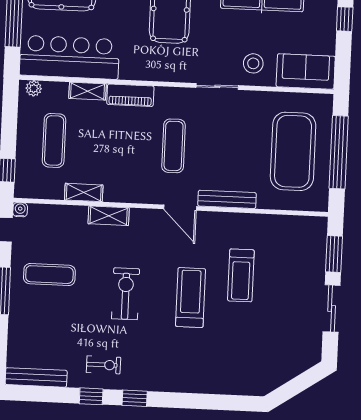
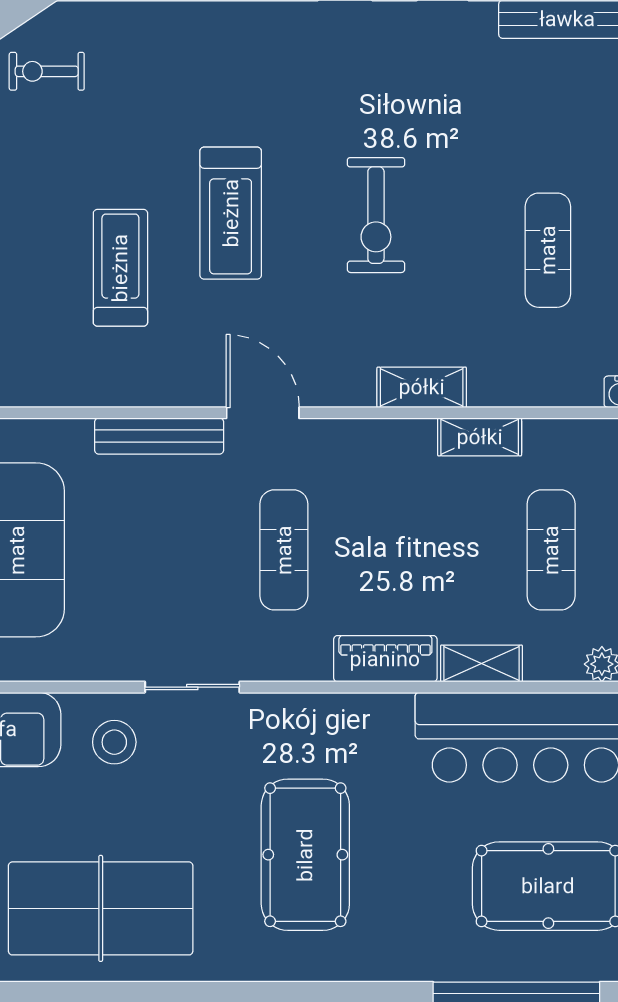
exercise mat: (49, 275) -> (548, 250), turned 90
exercise bike: (104, 365) -> (47, 71), moved

